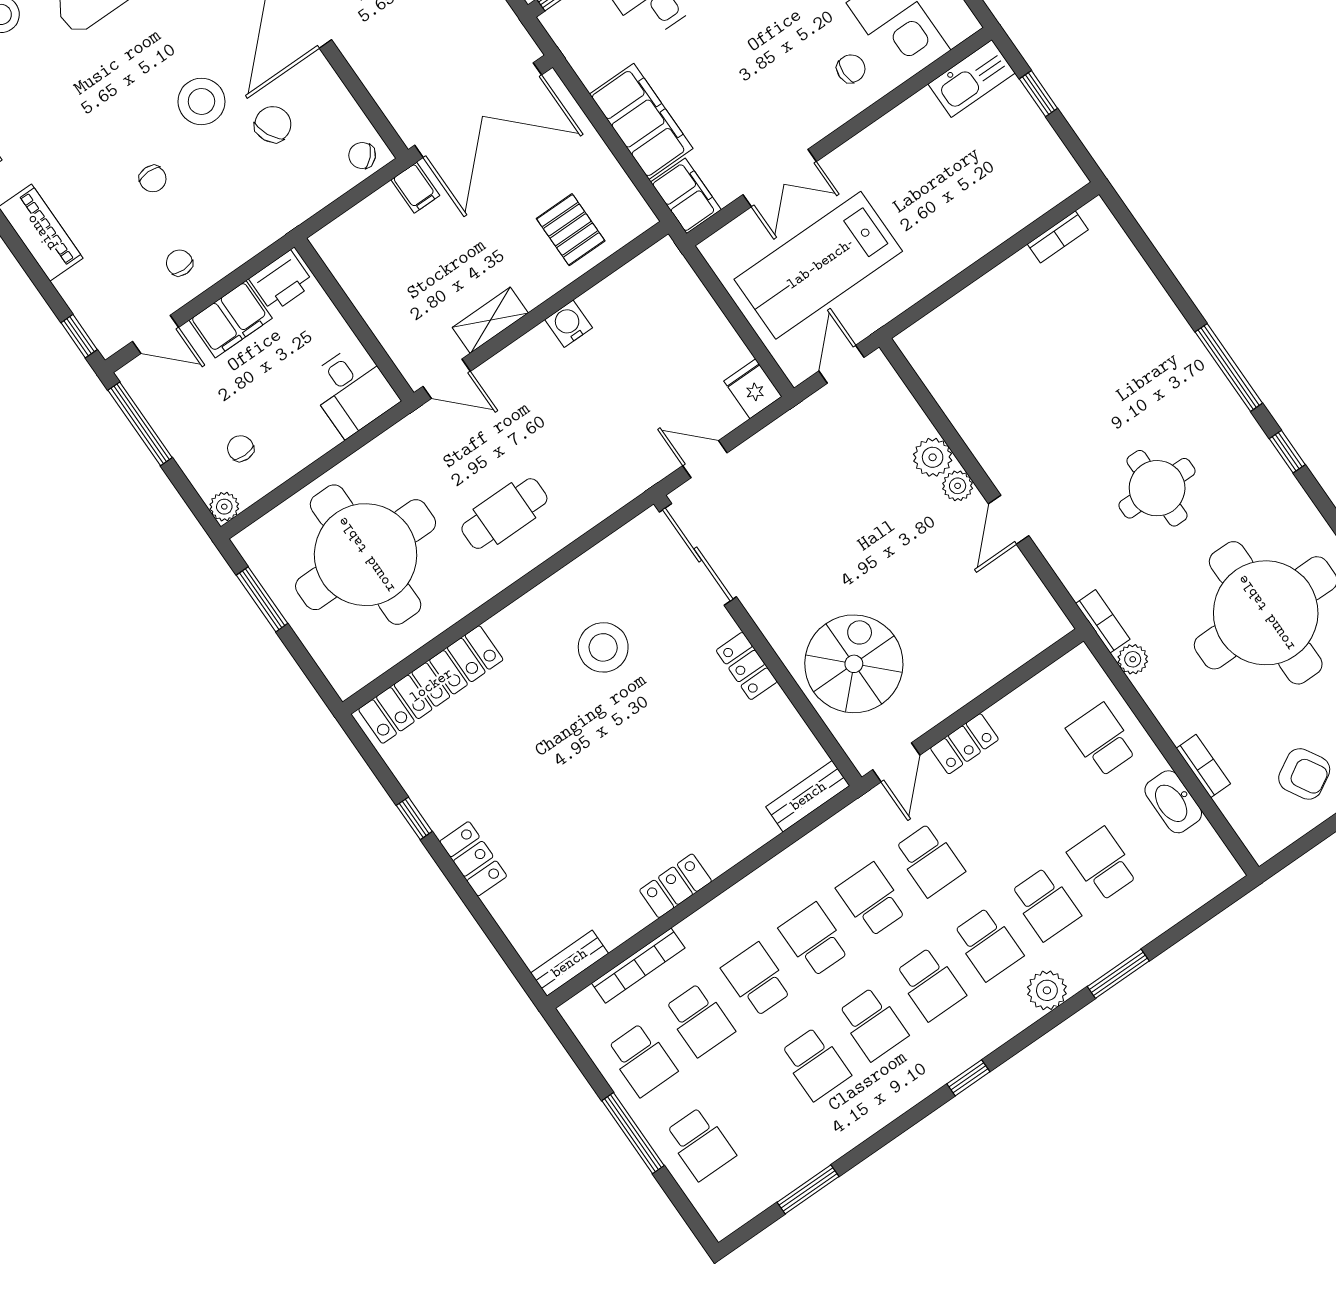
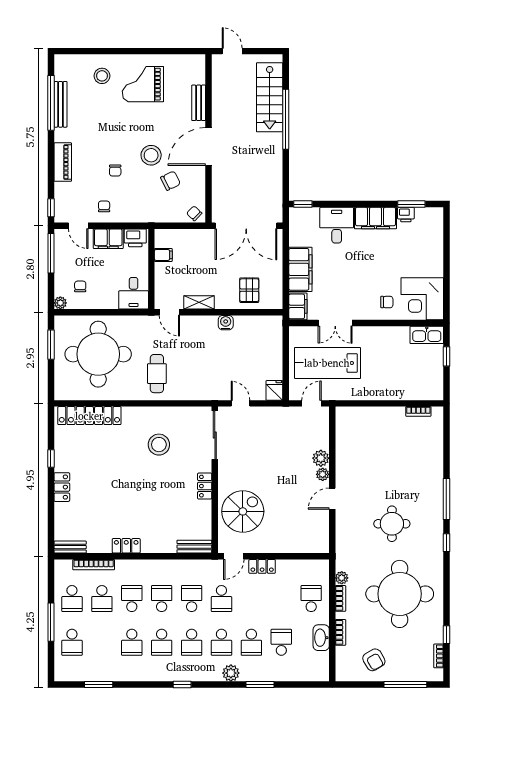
filing cabinet: (415, 188) -> (163, 255), moved, turned -90
cafe table: (504, 514) -> (157, 374), turned 90
bookcase: (1103, 621) -> (340, 598), moved

